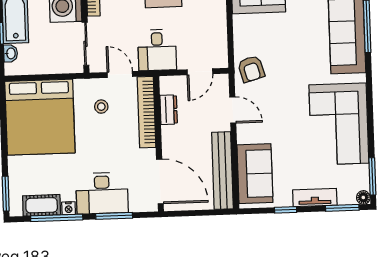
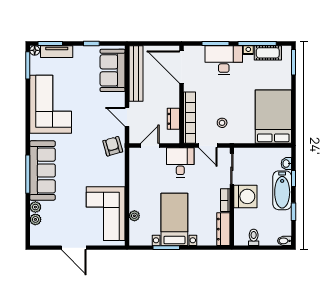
bed: (40, 117) -> (273, 117), width x0.73
tv unit: (315, 198) -> (57, 52), moved

